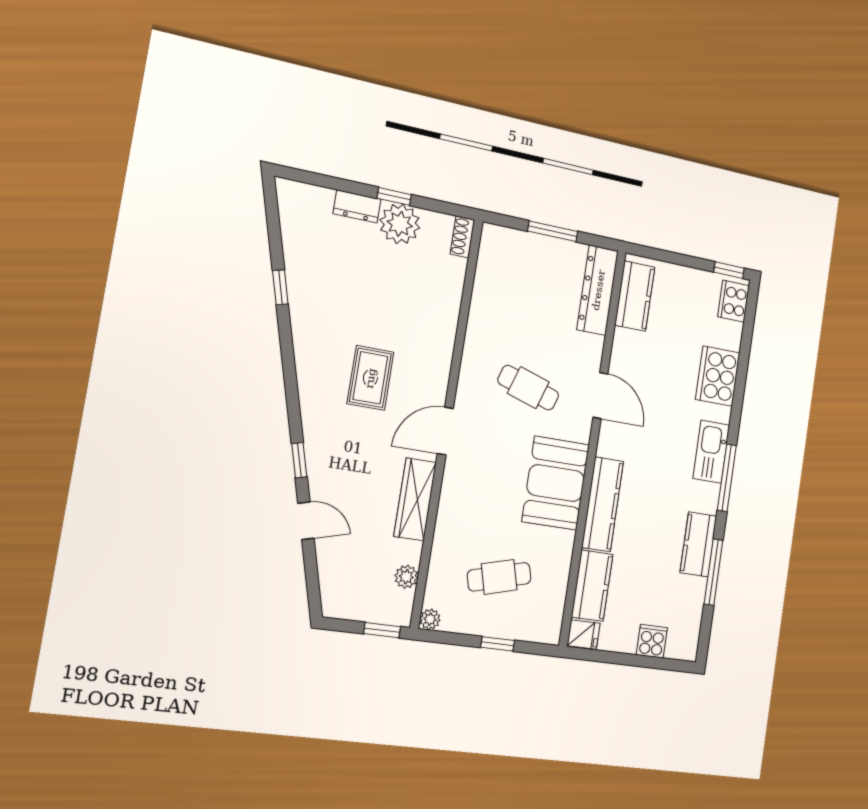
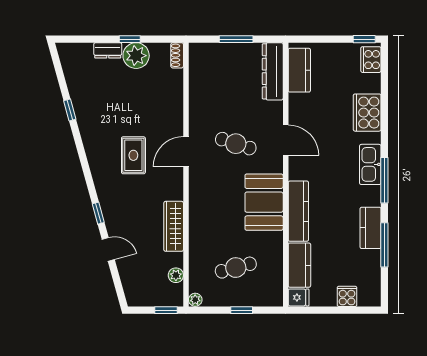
door: (445, 431) -> (186, 152), moved

